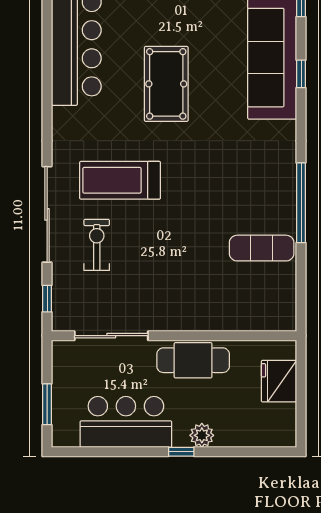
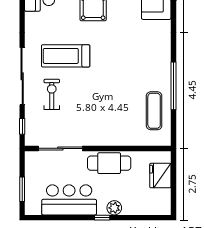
window: (301, 203) -> (173, 86), moved
exercise mat: (262, 248) -> (154, 111), moved, turned 90

